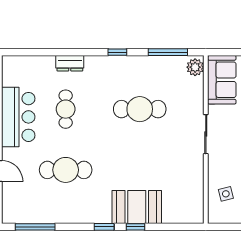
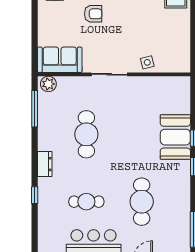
window: (117, 52) -> (35, 195), moved
dresser: (70, 63) -> (45, 164), moved
side table: (226, 194) -> (147, 62), moved

